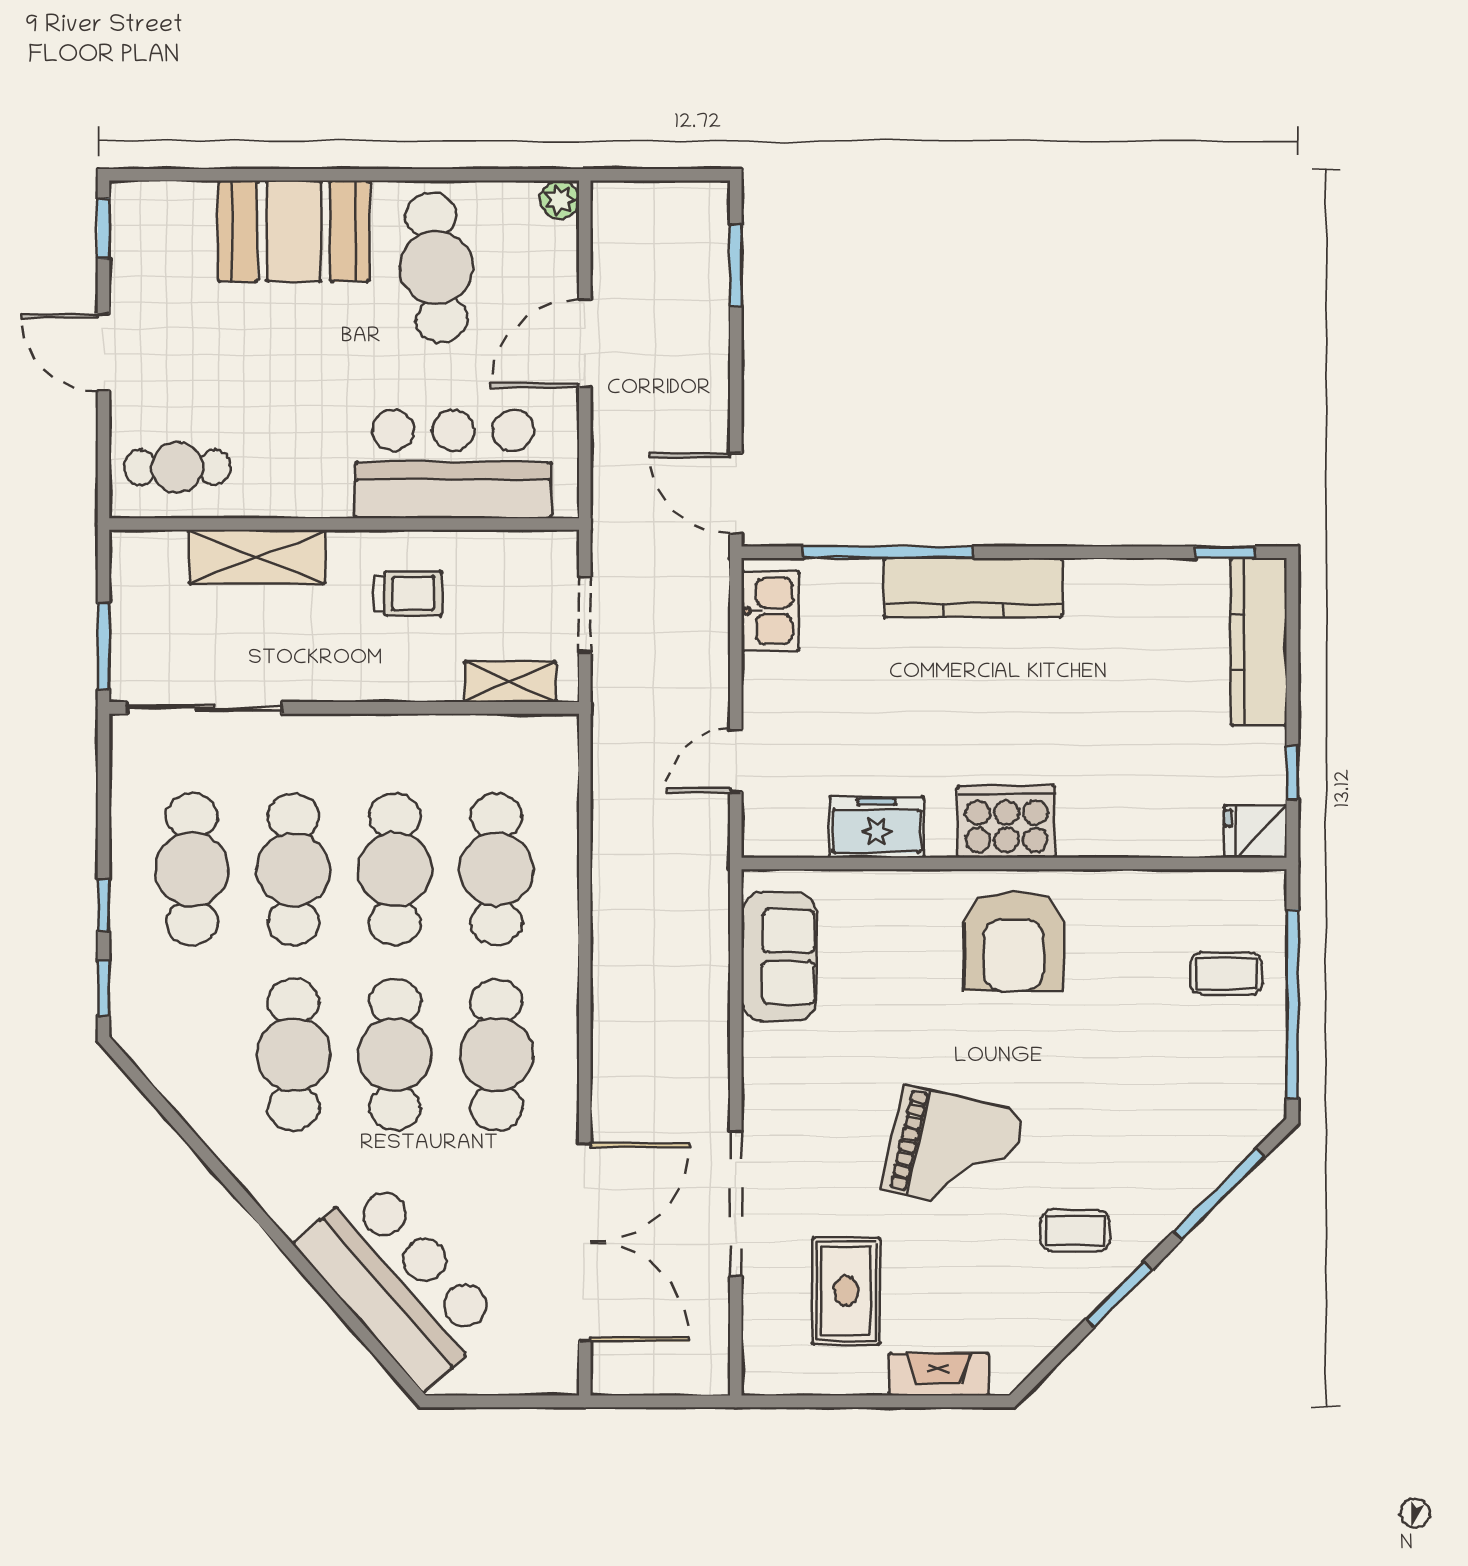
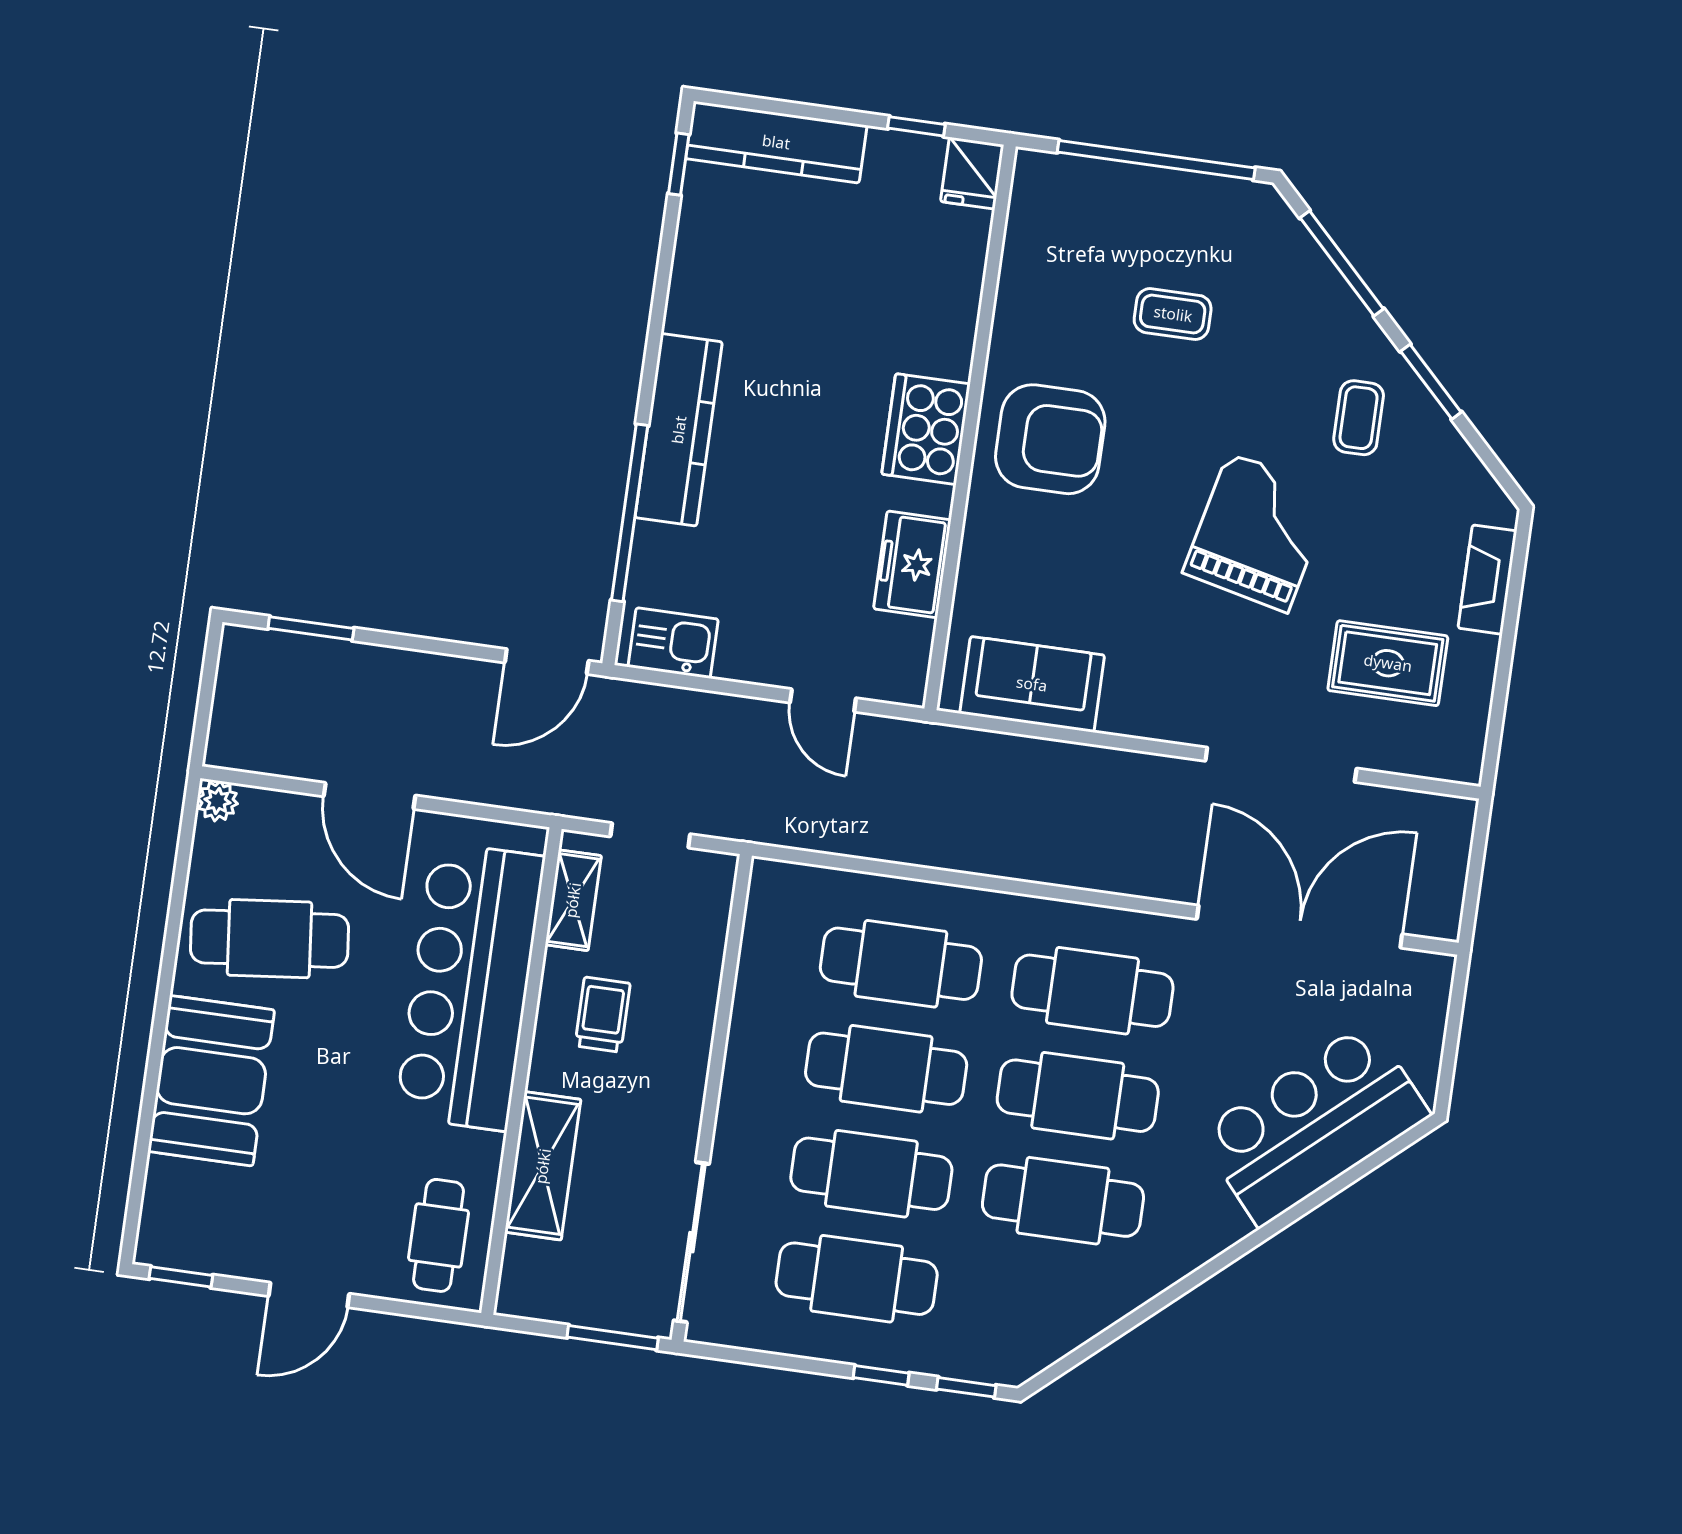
bar counter: (453, 464) -> (470, 986), width x1.36
shelving: (510, 682) -> (573, 900), moved
coffee table: (1226, 974) -> (1173, 314), moved, turned 90

